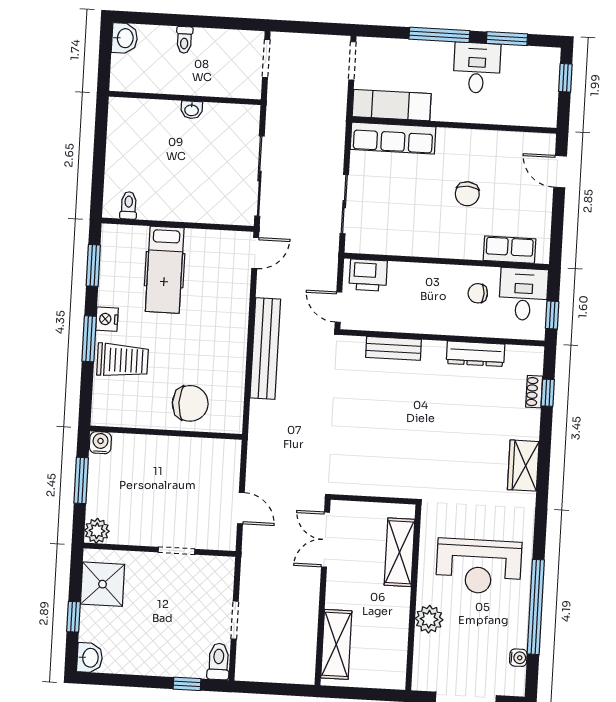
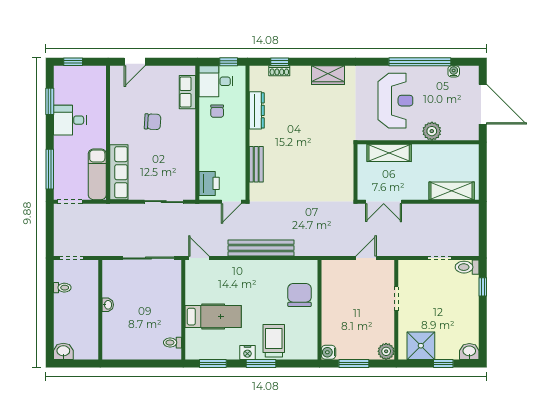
window: (439, 35) -> (50, 169), moved
toilet: (184, 40) -> (62, 288), moved

